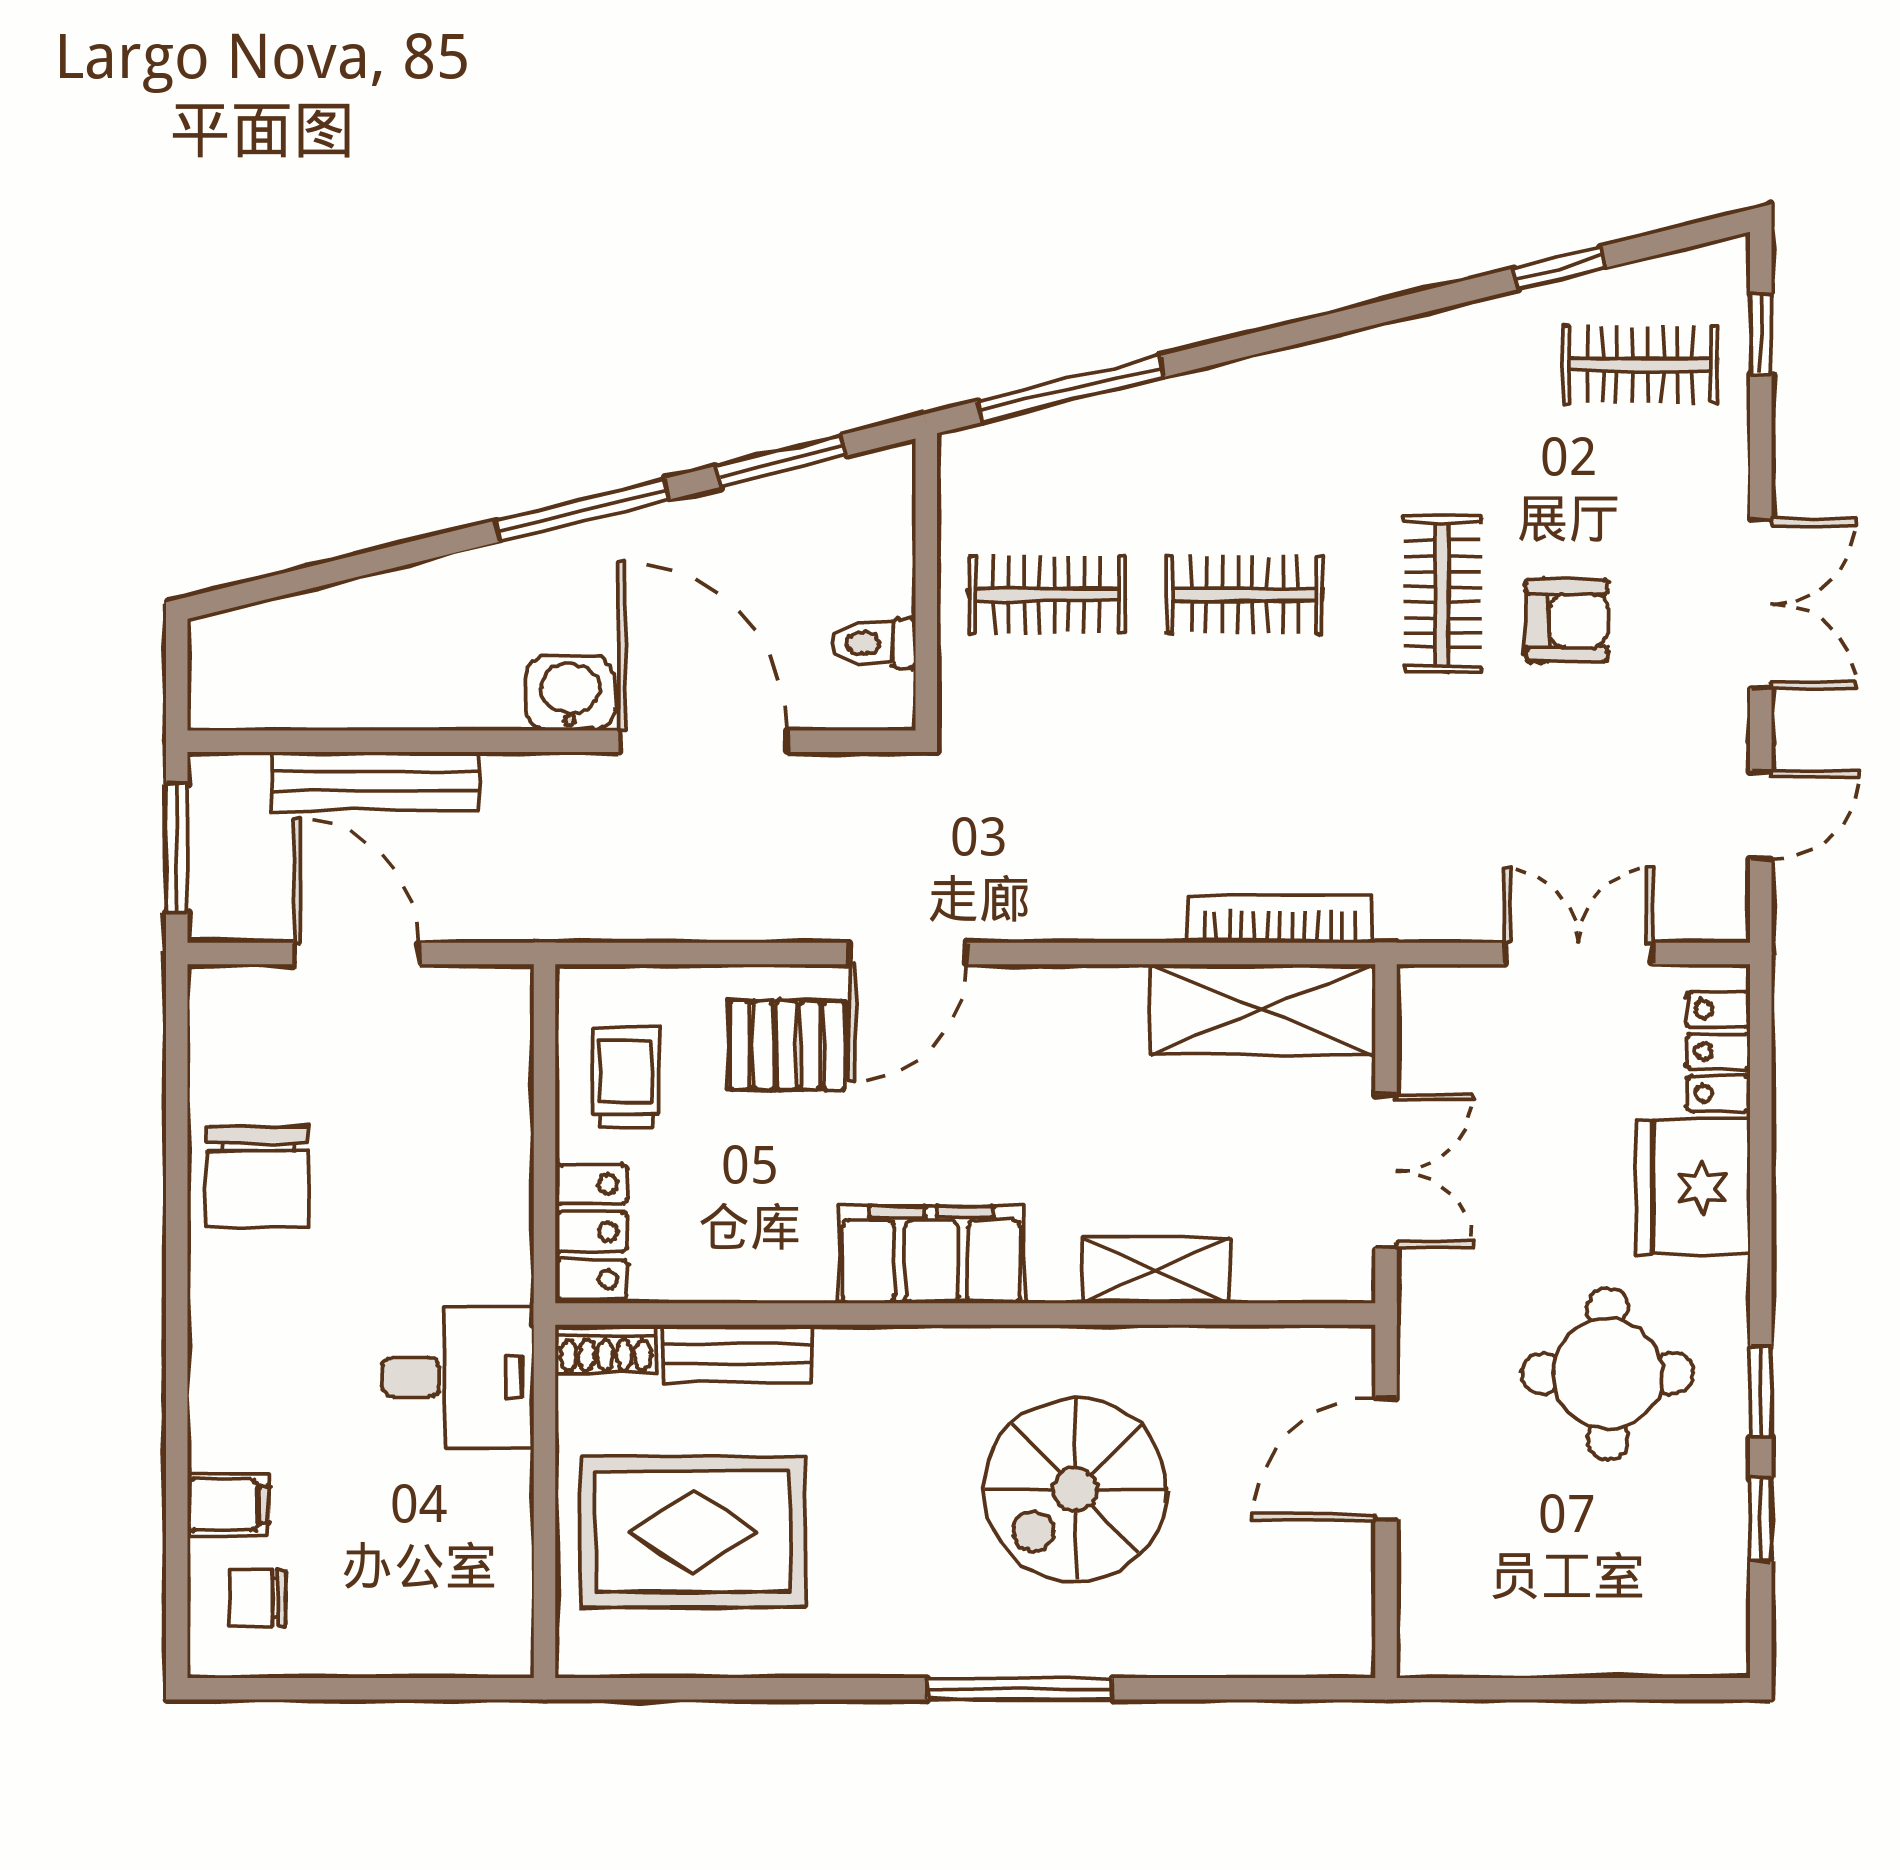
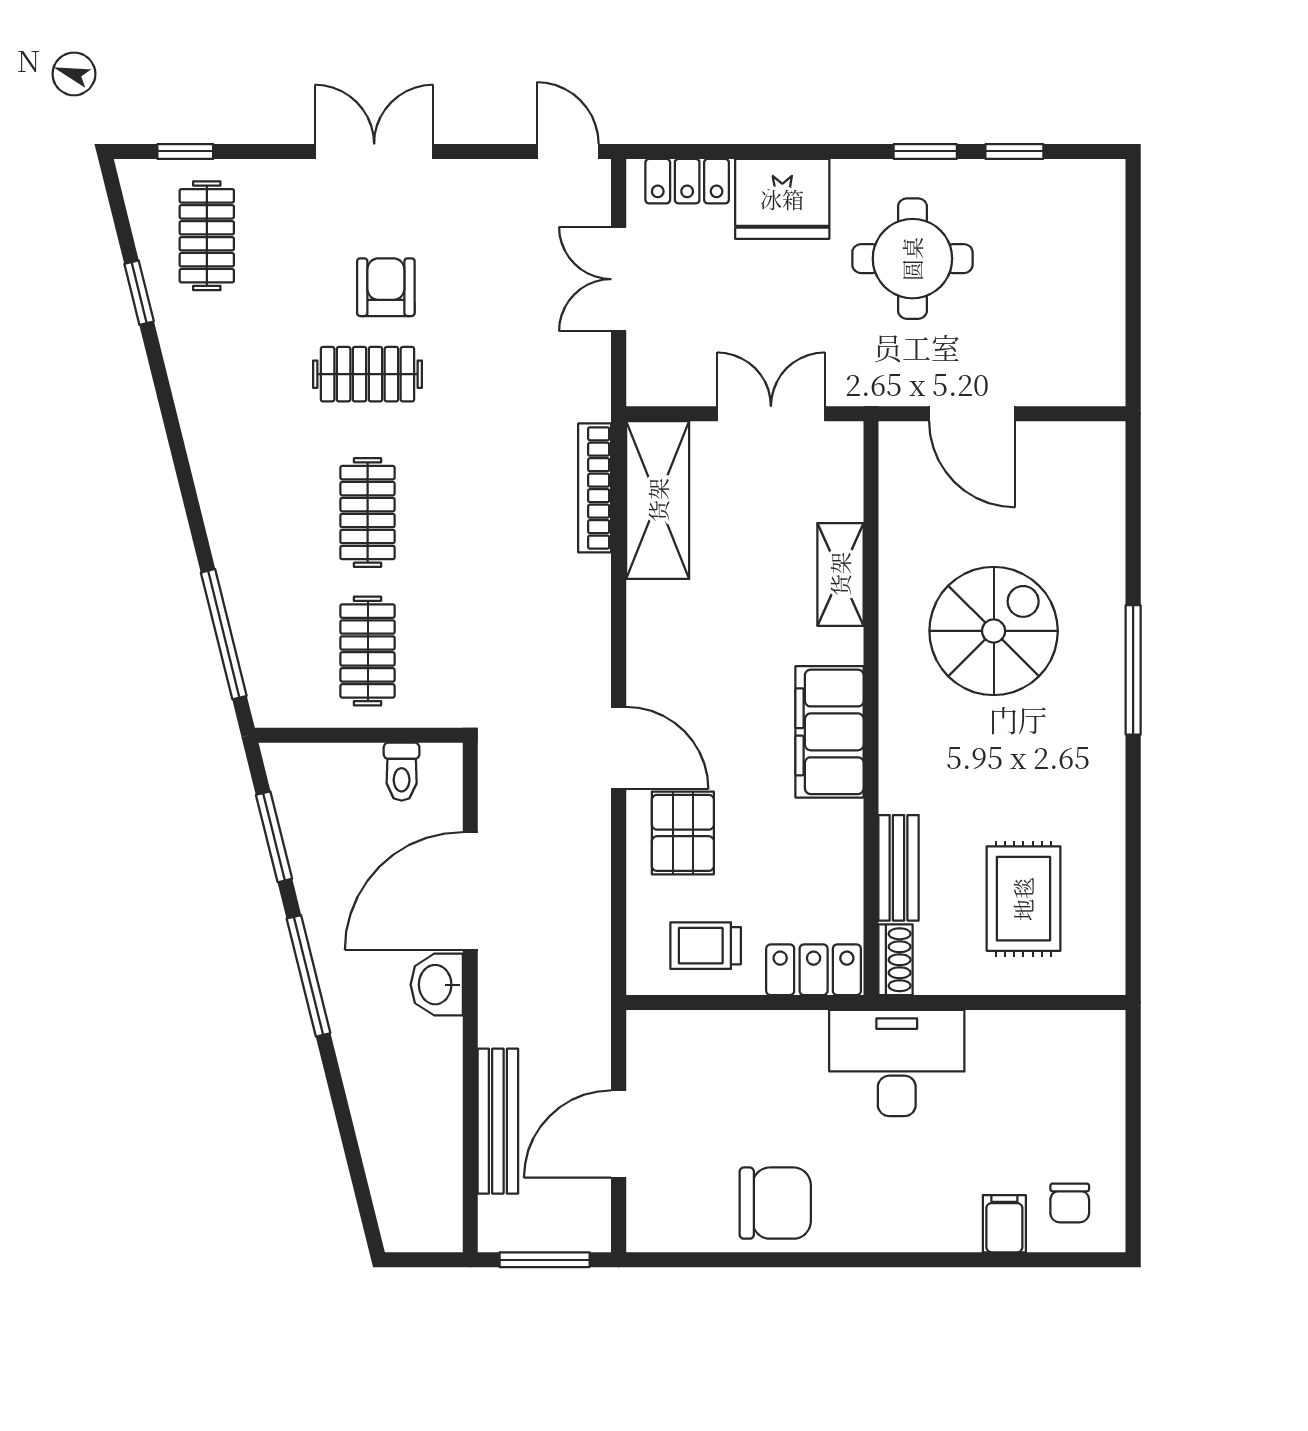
door: (1761, 815) -> (568, 151), moved
desk: (458, 1377) -> (897, 1063), width x1.37
spiral stairs: (1075, 1489) -> (994, 631), turned -90
rug: (693, 1532) -> (1023, 899), width x0.73, depth x0.70

